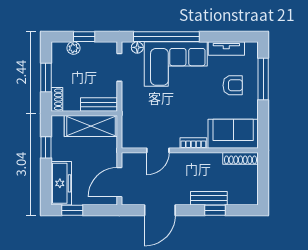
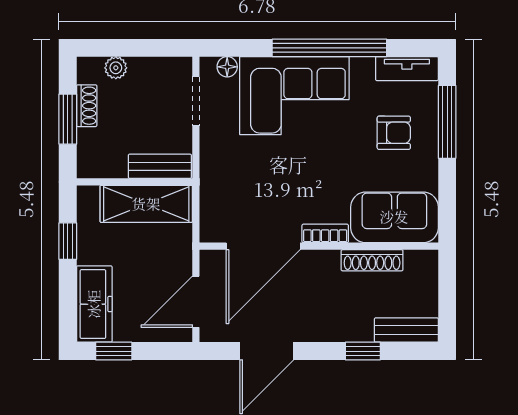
window: (84, 37) -> (134, 48), removed
window: (166, 37) -> (329, 48), moved
tv unit: (226, 49) -> (407, 69), moved
shoe rack: (57, 99) -> (87, 106), moved
door: (158, 150) -> (263, 246), width x1.87
shoe rack: (240, 158) -> (372, 260), moved
bench: (209, 198) -> (406, 330), moved

